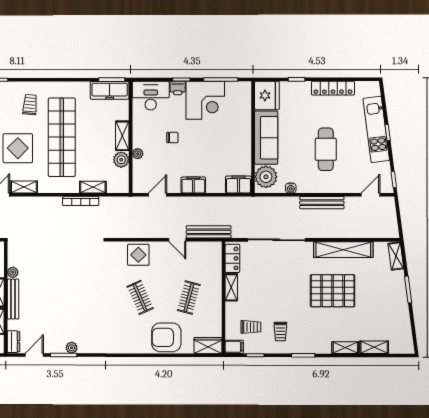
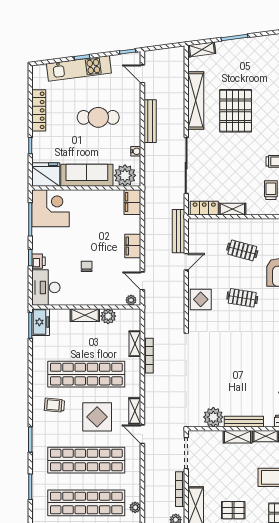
freezer: (110, 90) -> (41, 322), width x0.71
corner desk: (205, 100) -> (50, 208), moved
plant: (138, 154) -> (131, 300), moved
plant: (13, 272) -> (213, 417), width x1.87, depth x1.87
clothes rail: (140, 297) -> (242, 298), turned 33

